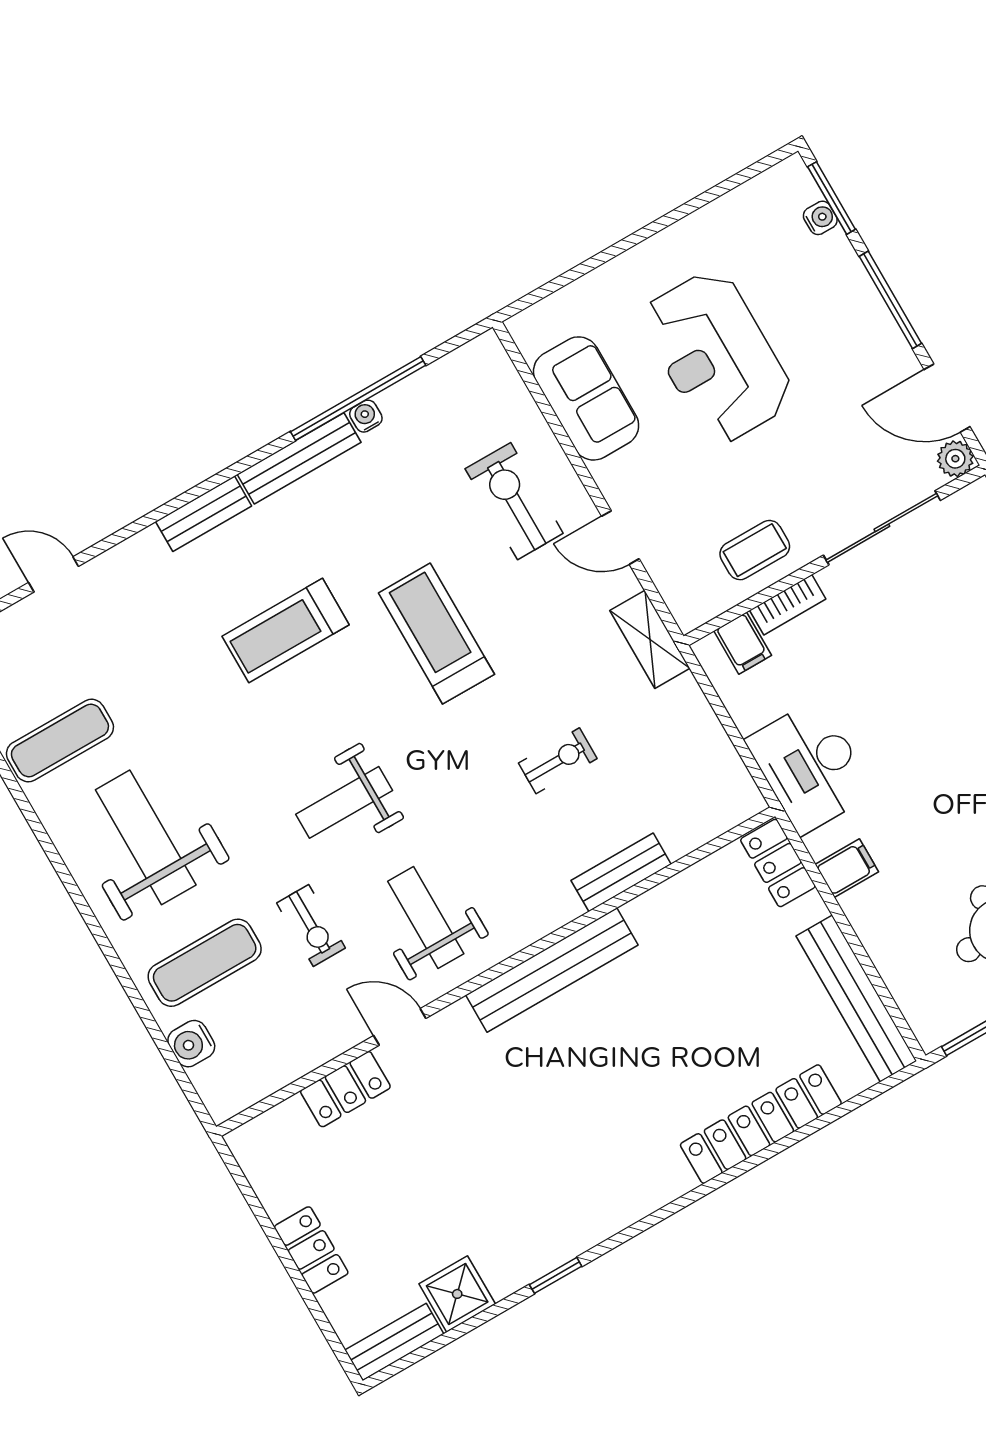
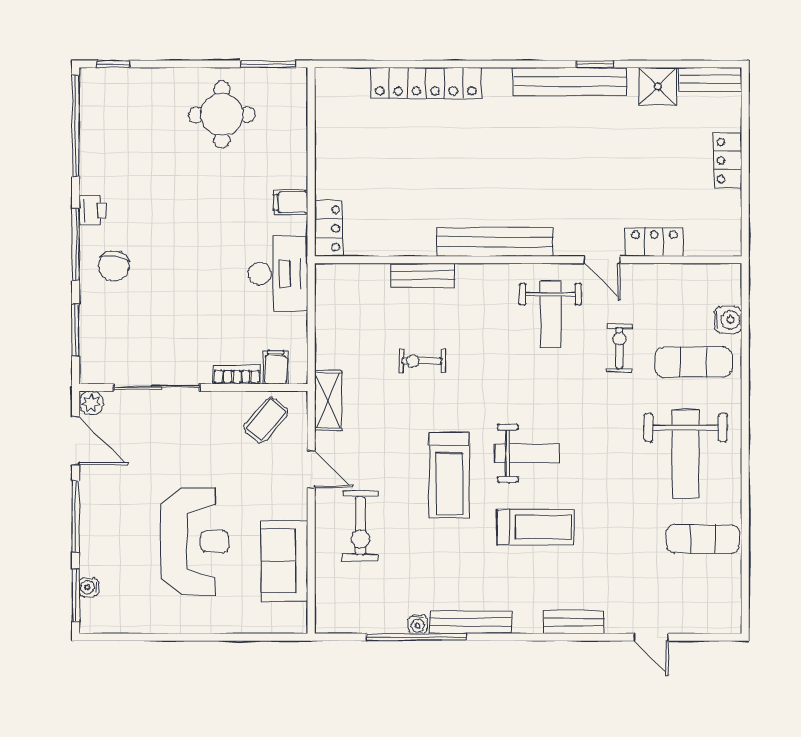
bench: (204, 514) -> (574, 622), moved
coffee table: (755, 550) -> (266, 420), moved, turned -50
weight bench: (344, 802) -> (527, 453), moved
bench: (856, 998) -> (570, 82), moved, turned 90

